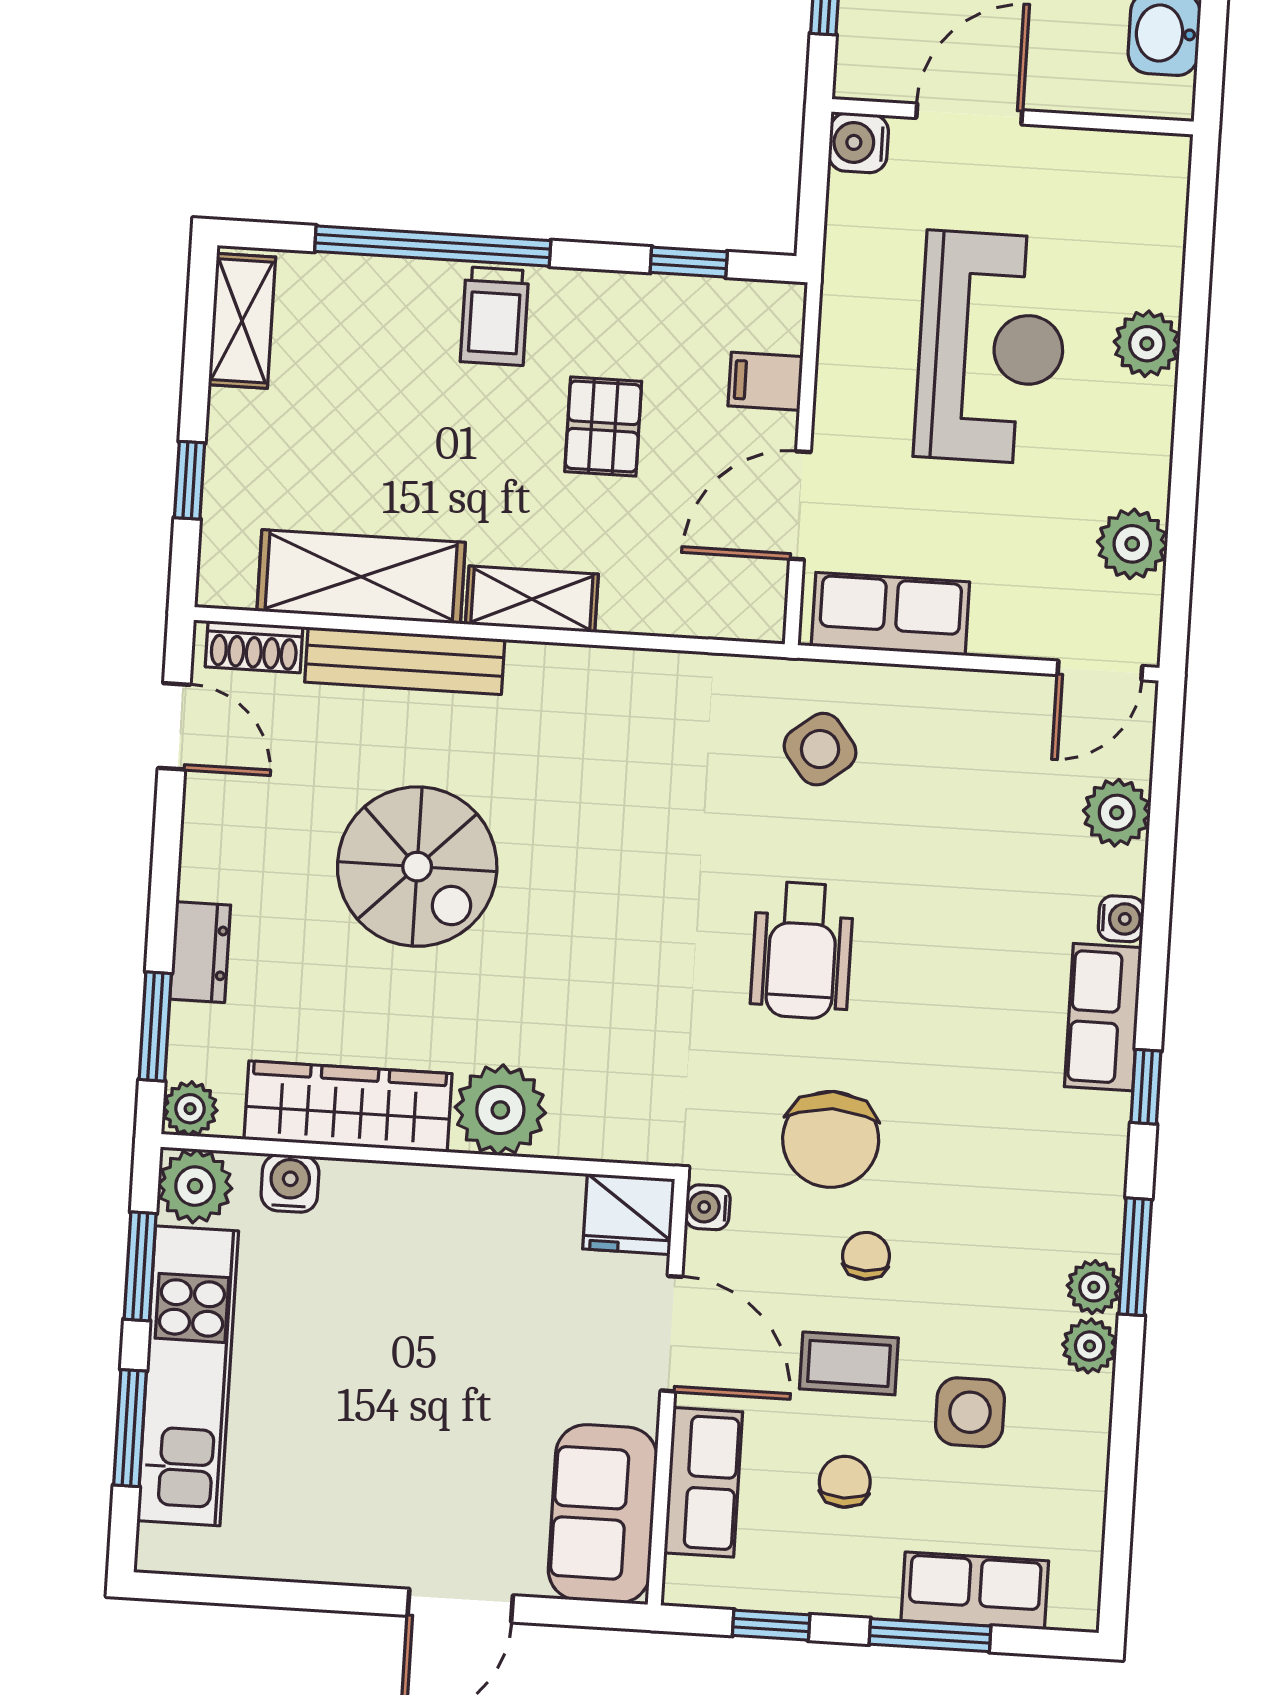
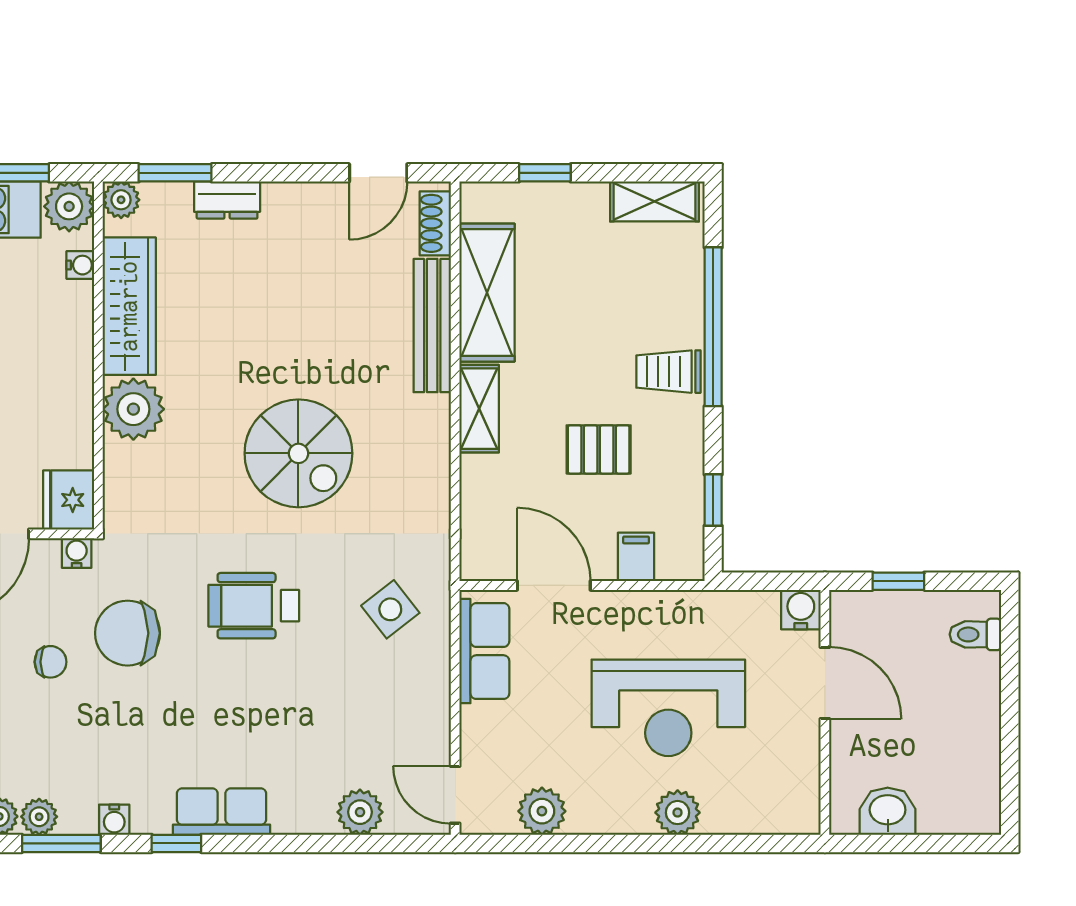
spiral stairs: (417, 867) -> (298, 453), moved, turned -90
water cooler: (1121, 919) -> (114, 820), moved
water cooler: (290, 1183) -> (80, 265), width x0.72, depth x0.72

